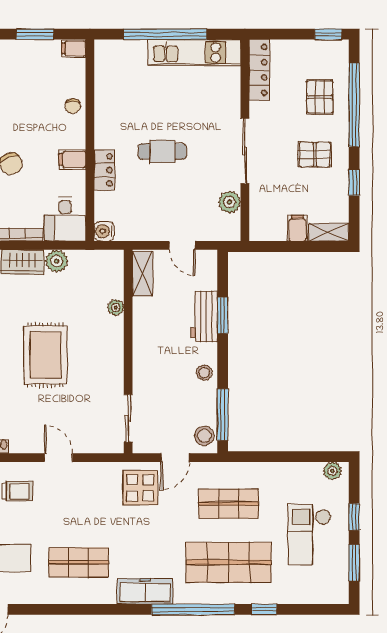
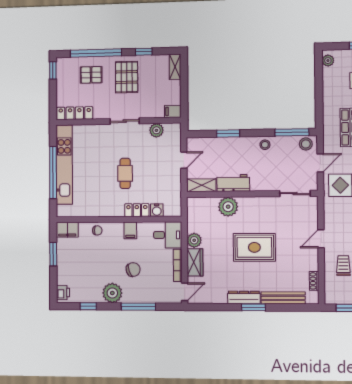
filing cabinet: (74, 48) -> (67, 230), width x2.00
kitchen unit: (194, 53) -> (64, 165), width x1.36
sliding door: (245, 151) -> (125, 121), width x0.73
pallet: (315, 154) -> (127, 77), width x1.50, depth x1.42
filing cabinet: (298, 228) -> (173, 111), moved
water cooler: (104, 231) -> (157, 210), moved
plant: (116, 308) -> (228, 207), width x1.87, depth x1.87
workbench: (204, 316) -> (233, 183), moved, turned 180
door: (175, 458) -> (320, 163), hinge flipped

